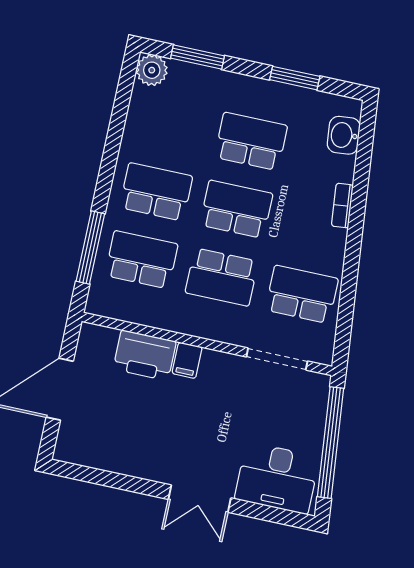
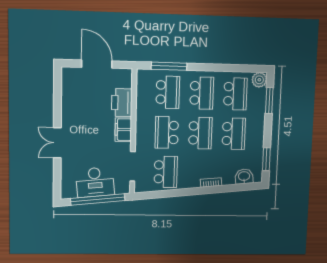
window: (295, 78) -> (266, 159), moved
school desk: (171, 124) -> (235, 94), added
filing cabinet: (187, 360) -> (123, 130), width x2.00
desk: (277, 478) -> (95, 182), moved, turned -96

